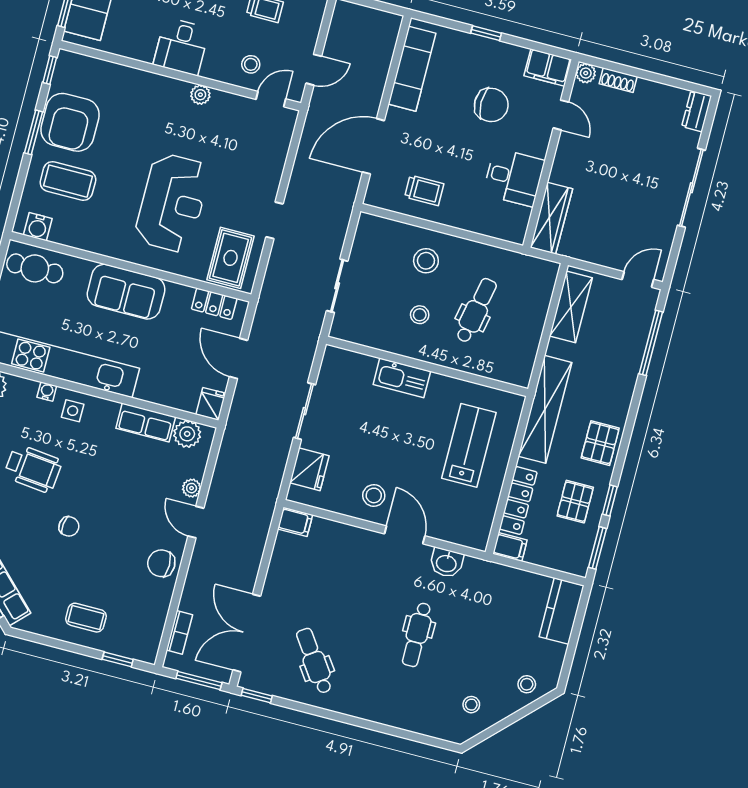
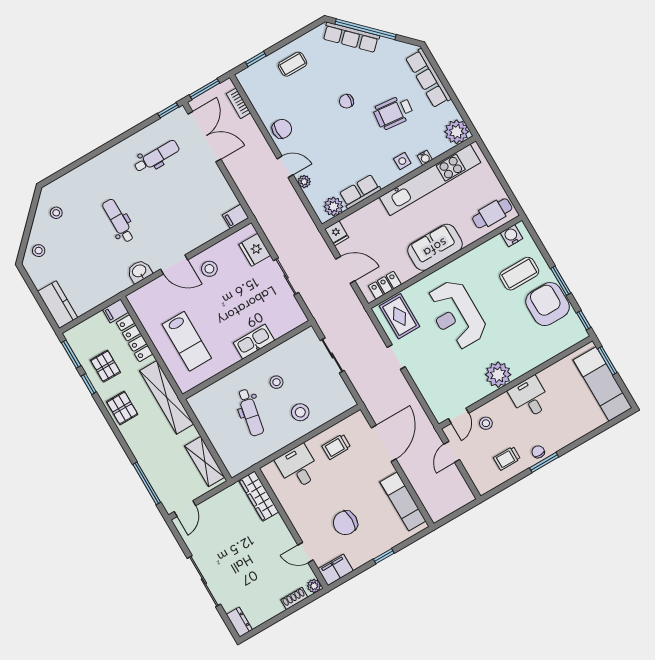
plant: (200, 95) -> (498, 375), width x1.88, depth x1.88
desk: (514, 177) -> (298, 467), moved, turned 90
dental chair: (314, 661) -> (157, 156), turned -55

